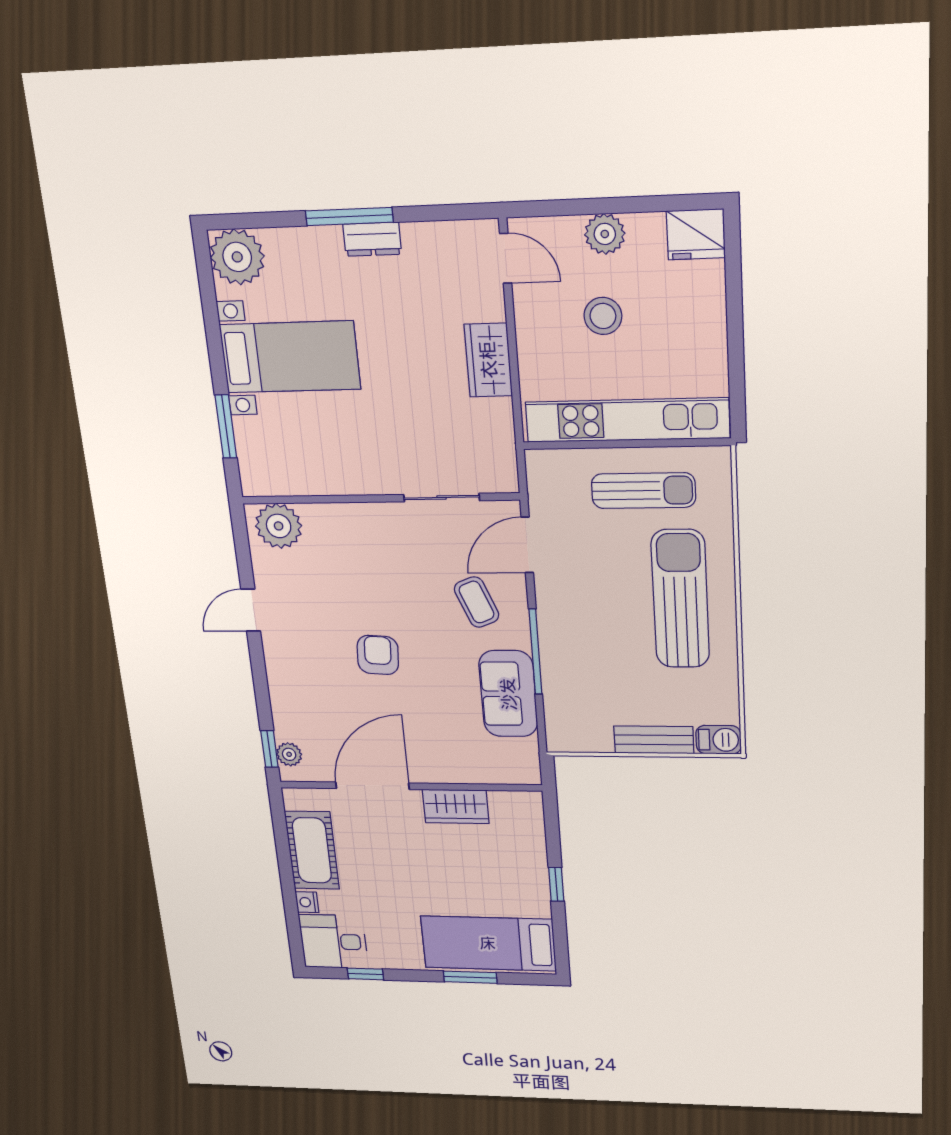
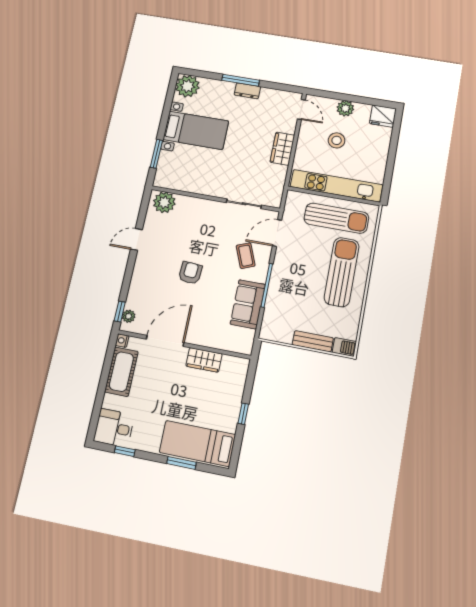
sun lounger: (643, 491) -> (336, 218), width x1.36, depth x1.34
nightstand: (307, 902) -> (122, 341), moved

